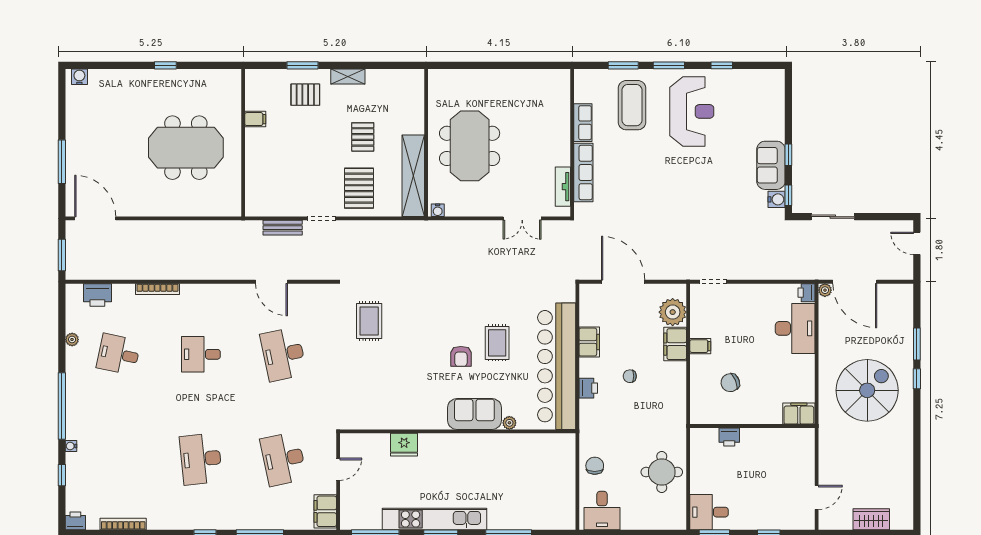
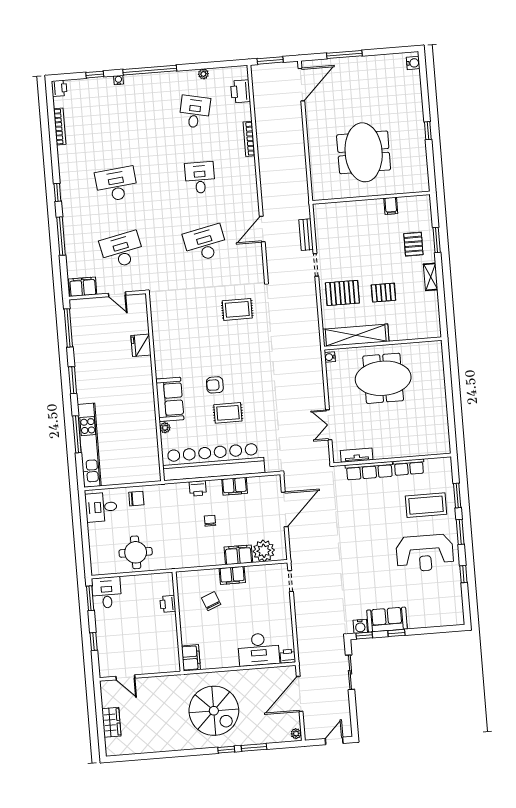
plant: (825, 290) -> (296, 734), moved
filing cabinet: (700, 346) -> (232, 575), width x2.00
kitchen unit: (435, 519) -> (89, 445), moved

